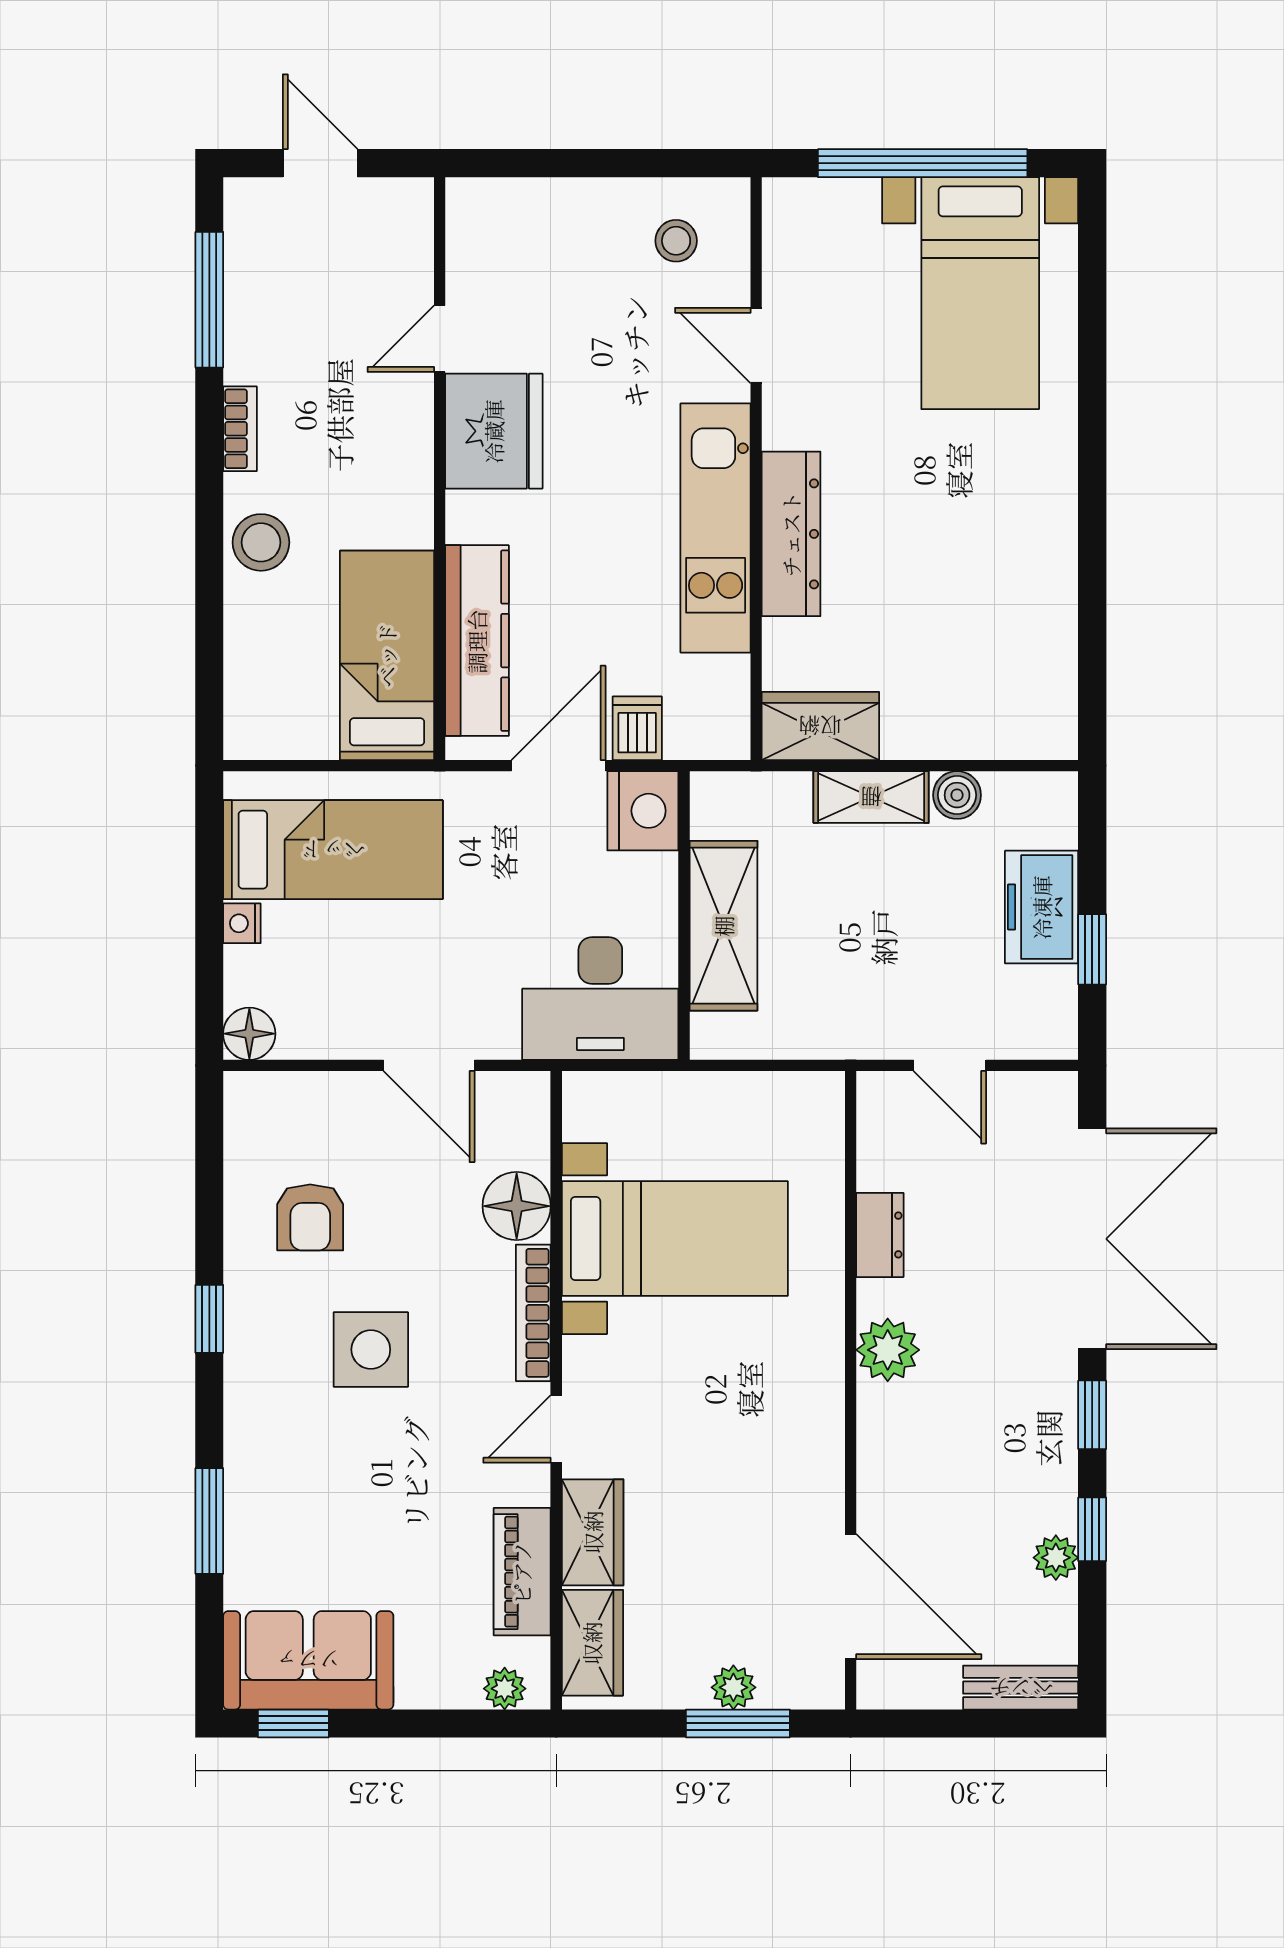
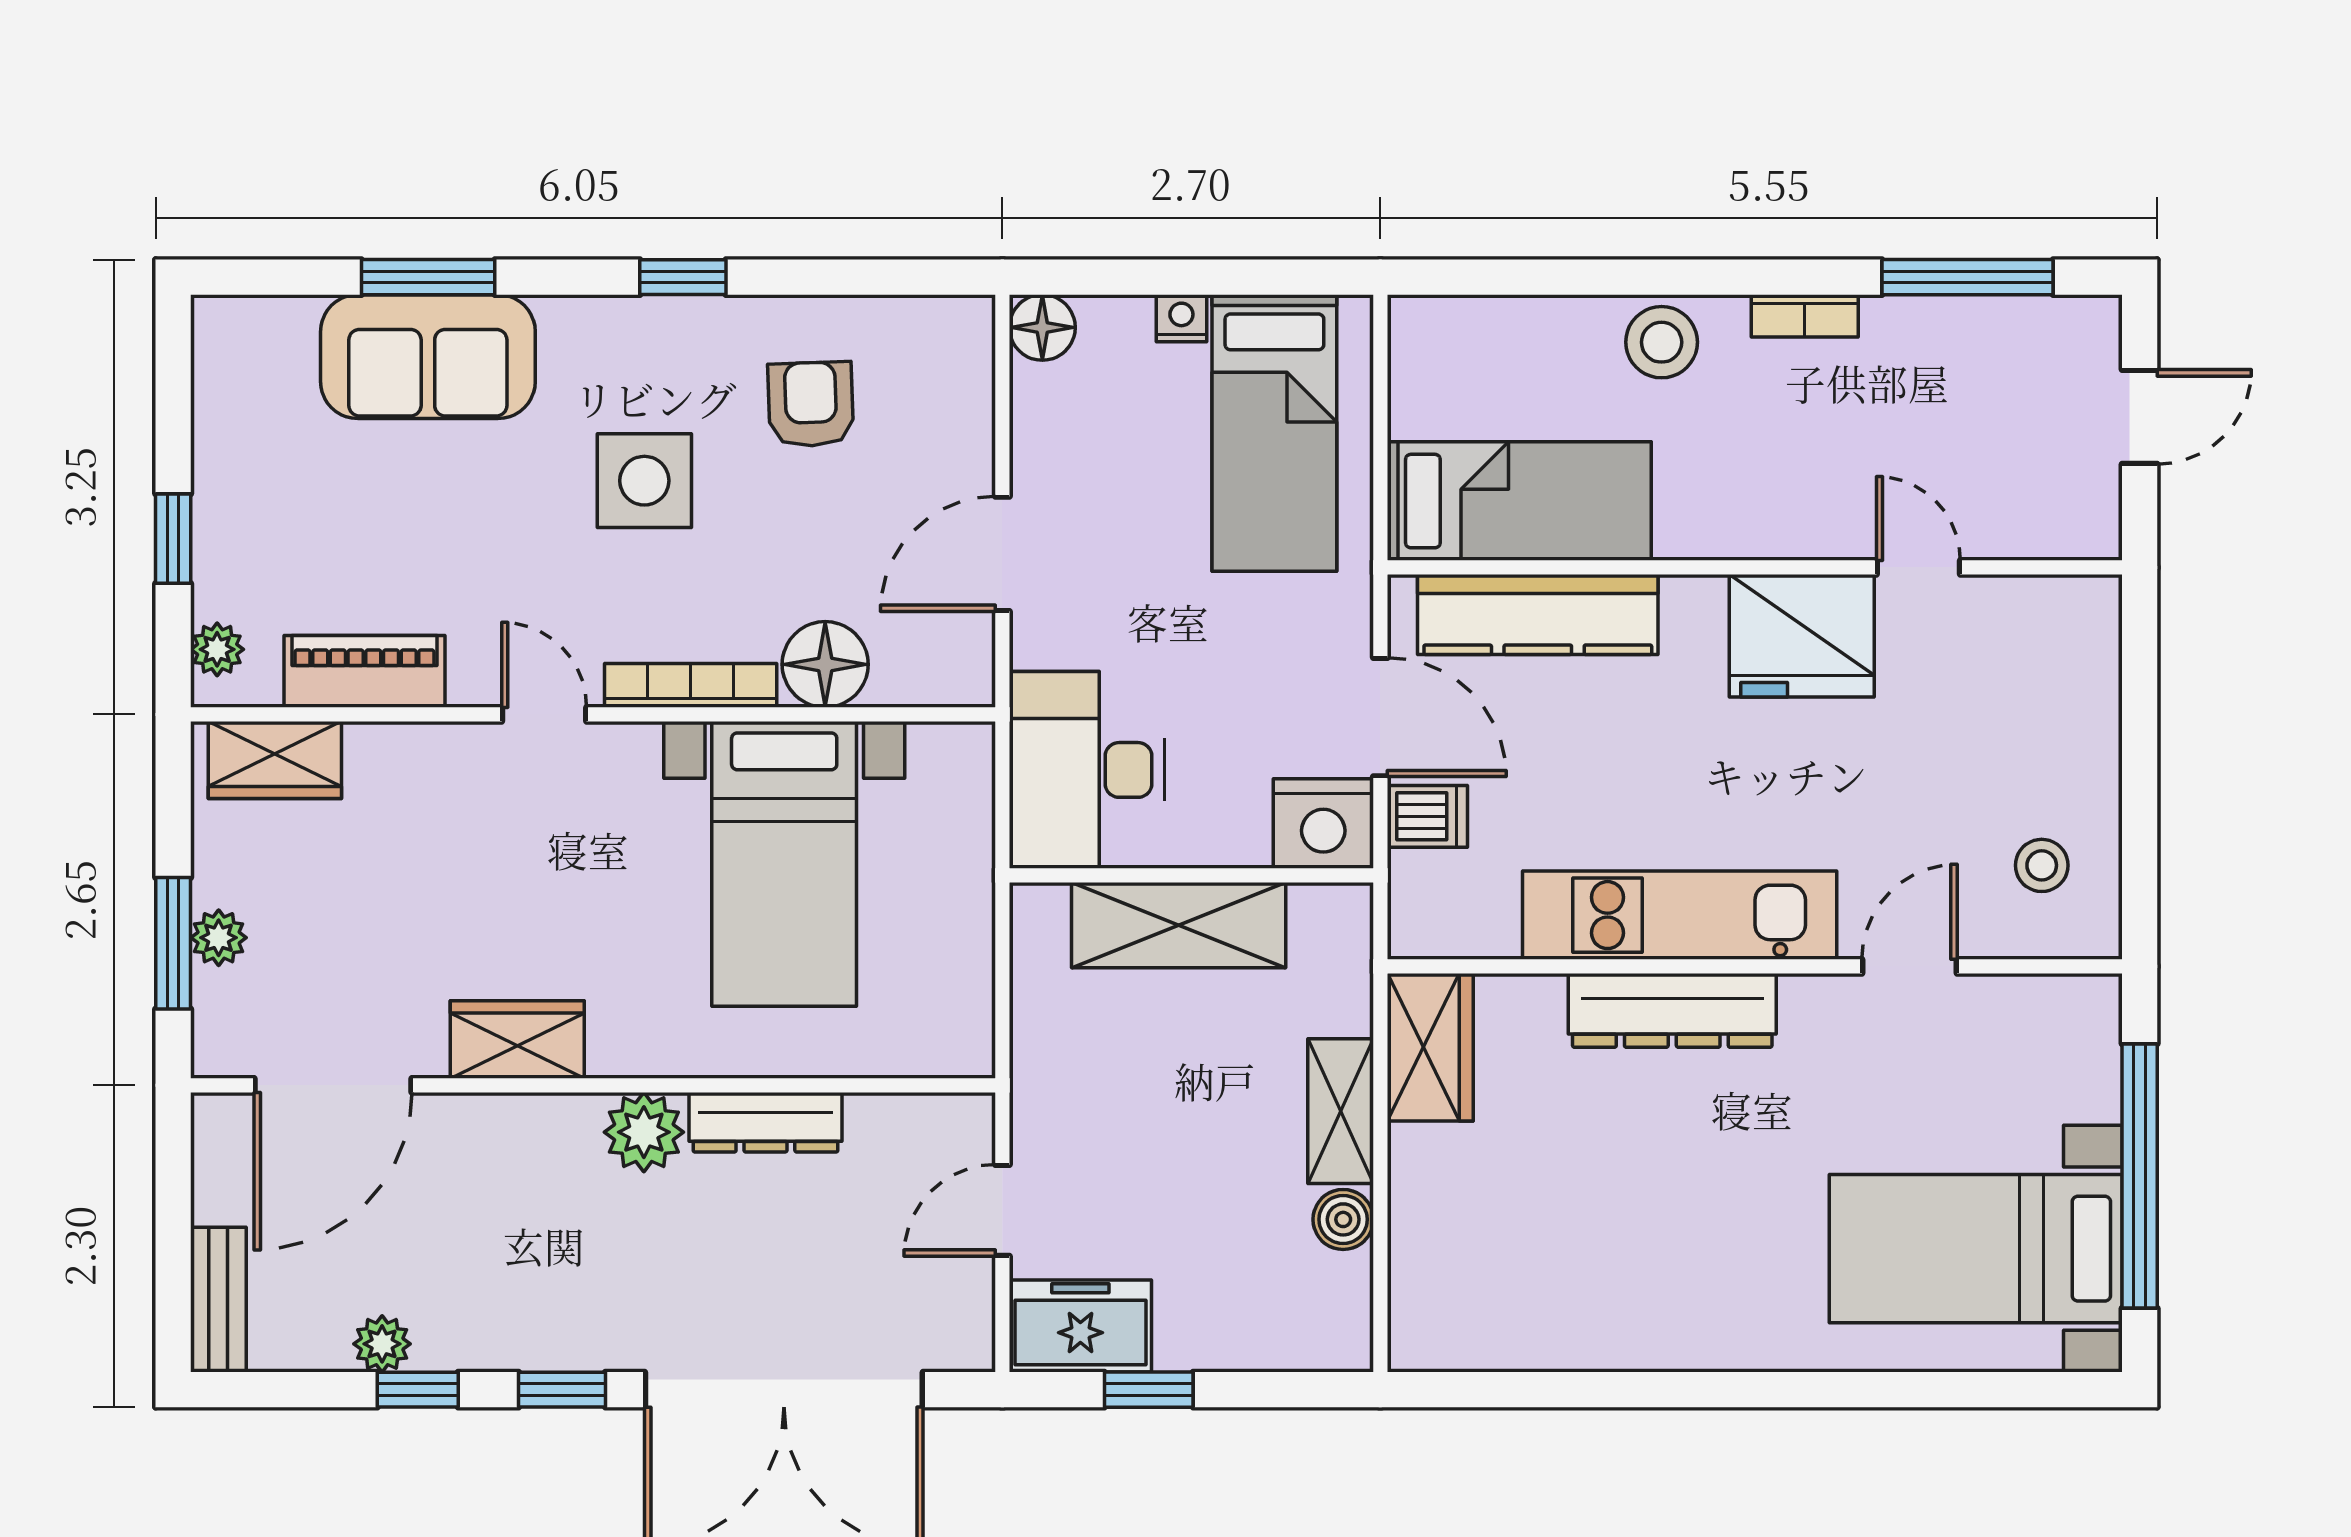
freezer: (1042, 907) -> (1080, 1326), moved
armchair: (310, 1217) -> (811, 404), turned 88
dresser: (880, 1235) -> (765, 1122), width x1.44
wardrobe: (593, 1532) -> (517, 1040), moved, turned 180
sofa: (308, 1660) -> (428, 357), moved, turned 90
window: (293, 1723) -> (173, 539), moved

